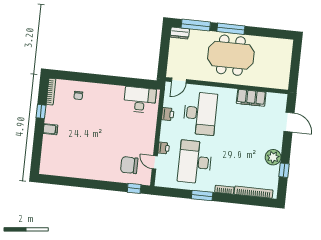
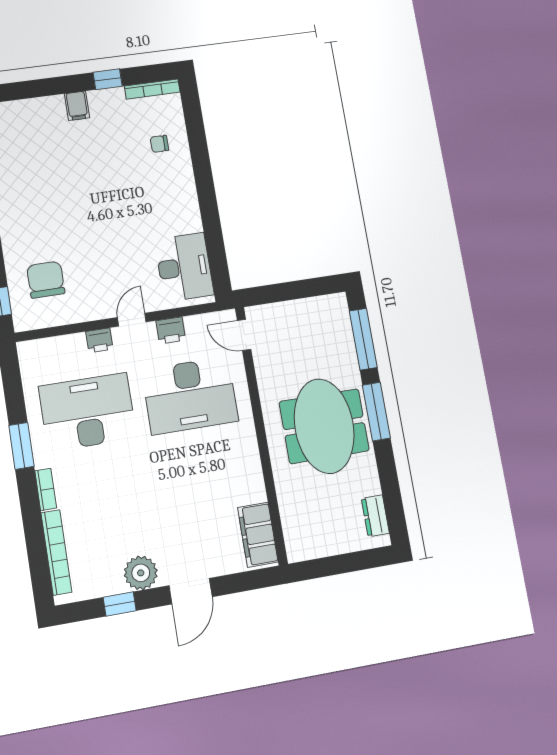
dresser: (180, 33) -> (375, 516), moved
filing cabinet: (251, 98) -> (258, 535), moved
door: (289, 122) -> (191, 591), moved
door: (155, 162) -> (132, 320), moved

